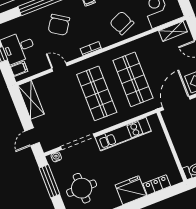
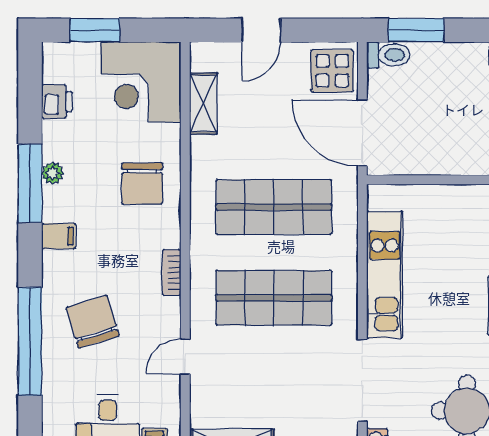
chair: (122, 23) -> (142, 184), turned -66
chair: (59, 25) -> (93, 322), turned -140
shelving: (173, 31) -> (203, 103), moved

